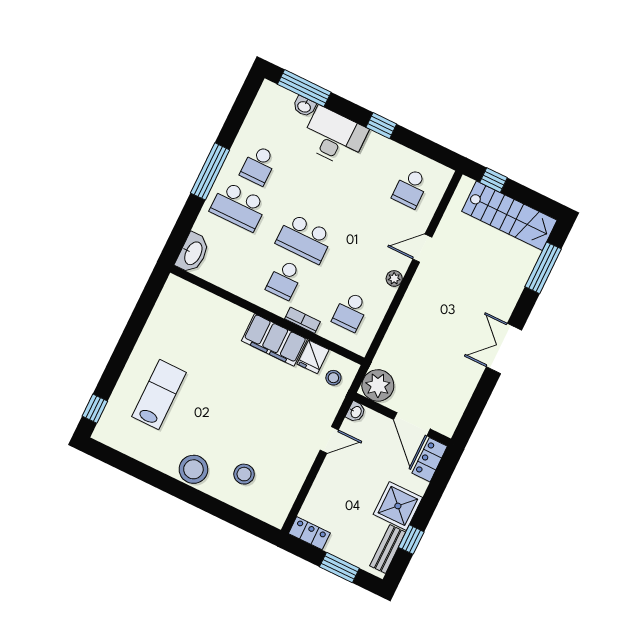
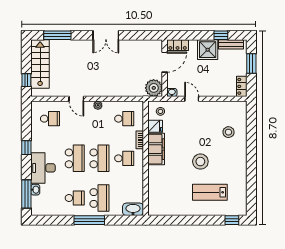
school desk: (325, 197) -> (75, 158), added
stool: (193, 469) -> (200, 162), moved

